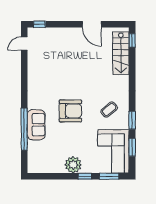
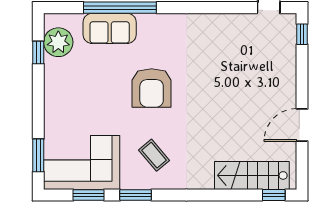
sofa: (36, 125) -> (110, 28), moved
plant: (73, 165) -> (58, 42), moved
window: (85, 176) -> (38, 53), moved

